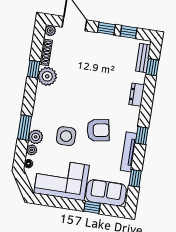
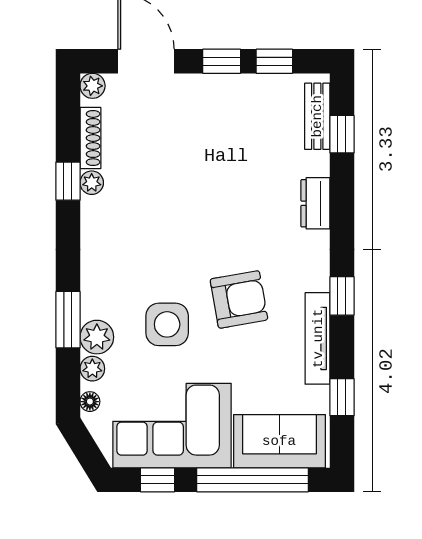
plant: (47, 76) -> (92, 183), width x0.53, depth x0.53
window: (52, 201) -> (157, 480), added
window: (92, 207) -> (252, 480), width x3.17

